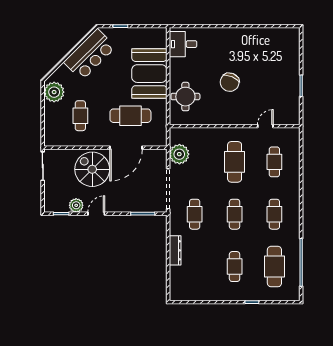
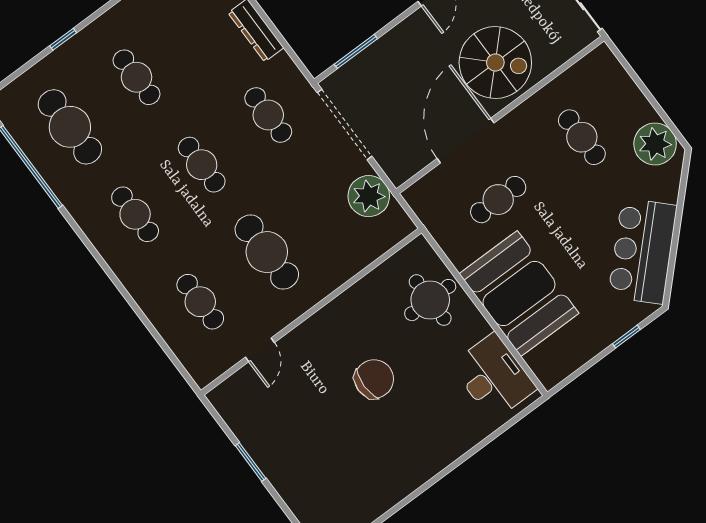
desk: (183, 44) -> (494, 377), width x1.37
chair: (230, 82) -> (374, 379), turned 67
cafe table: (130, 116) -> (498, 200), width x0.73, depth x0.74

